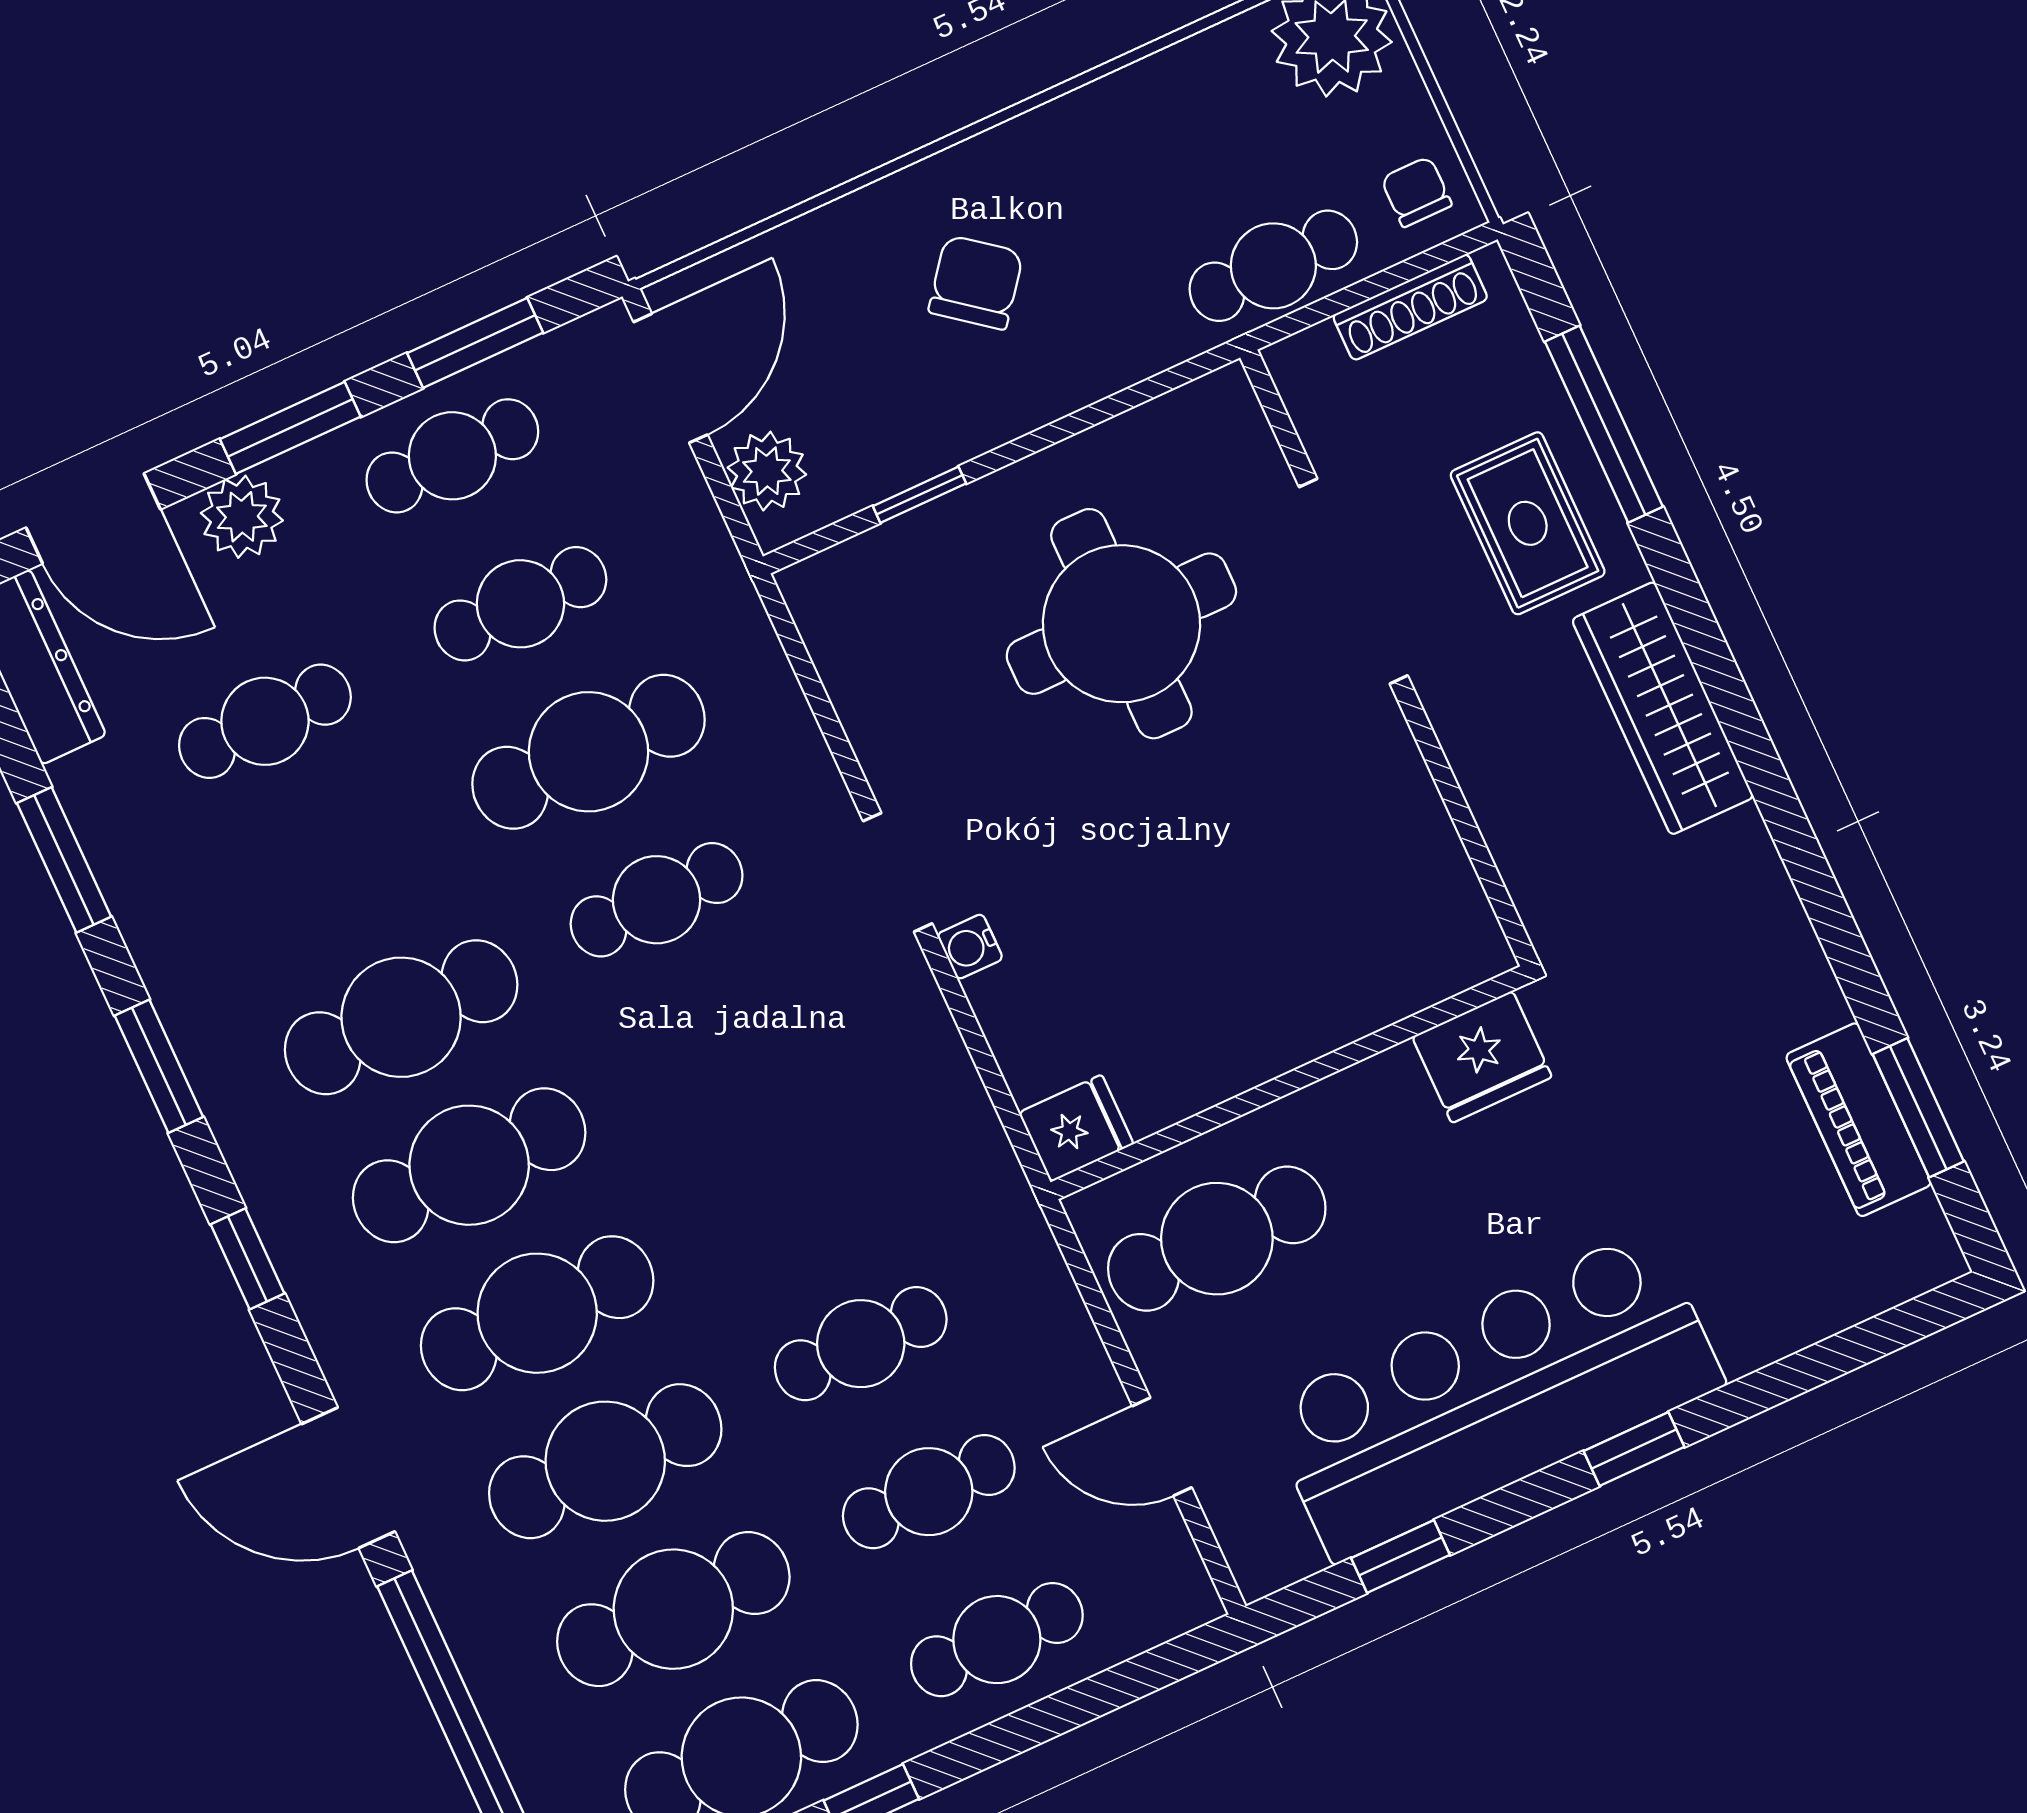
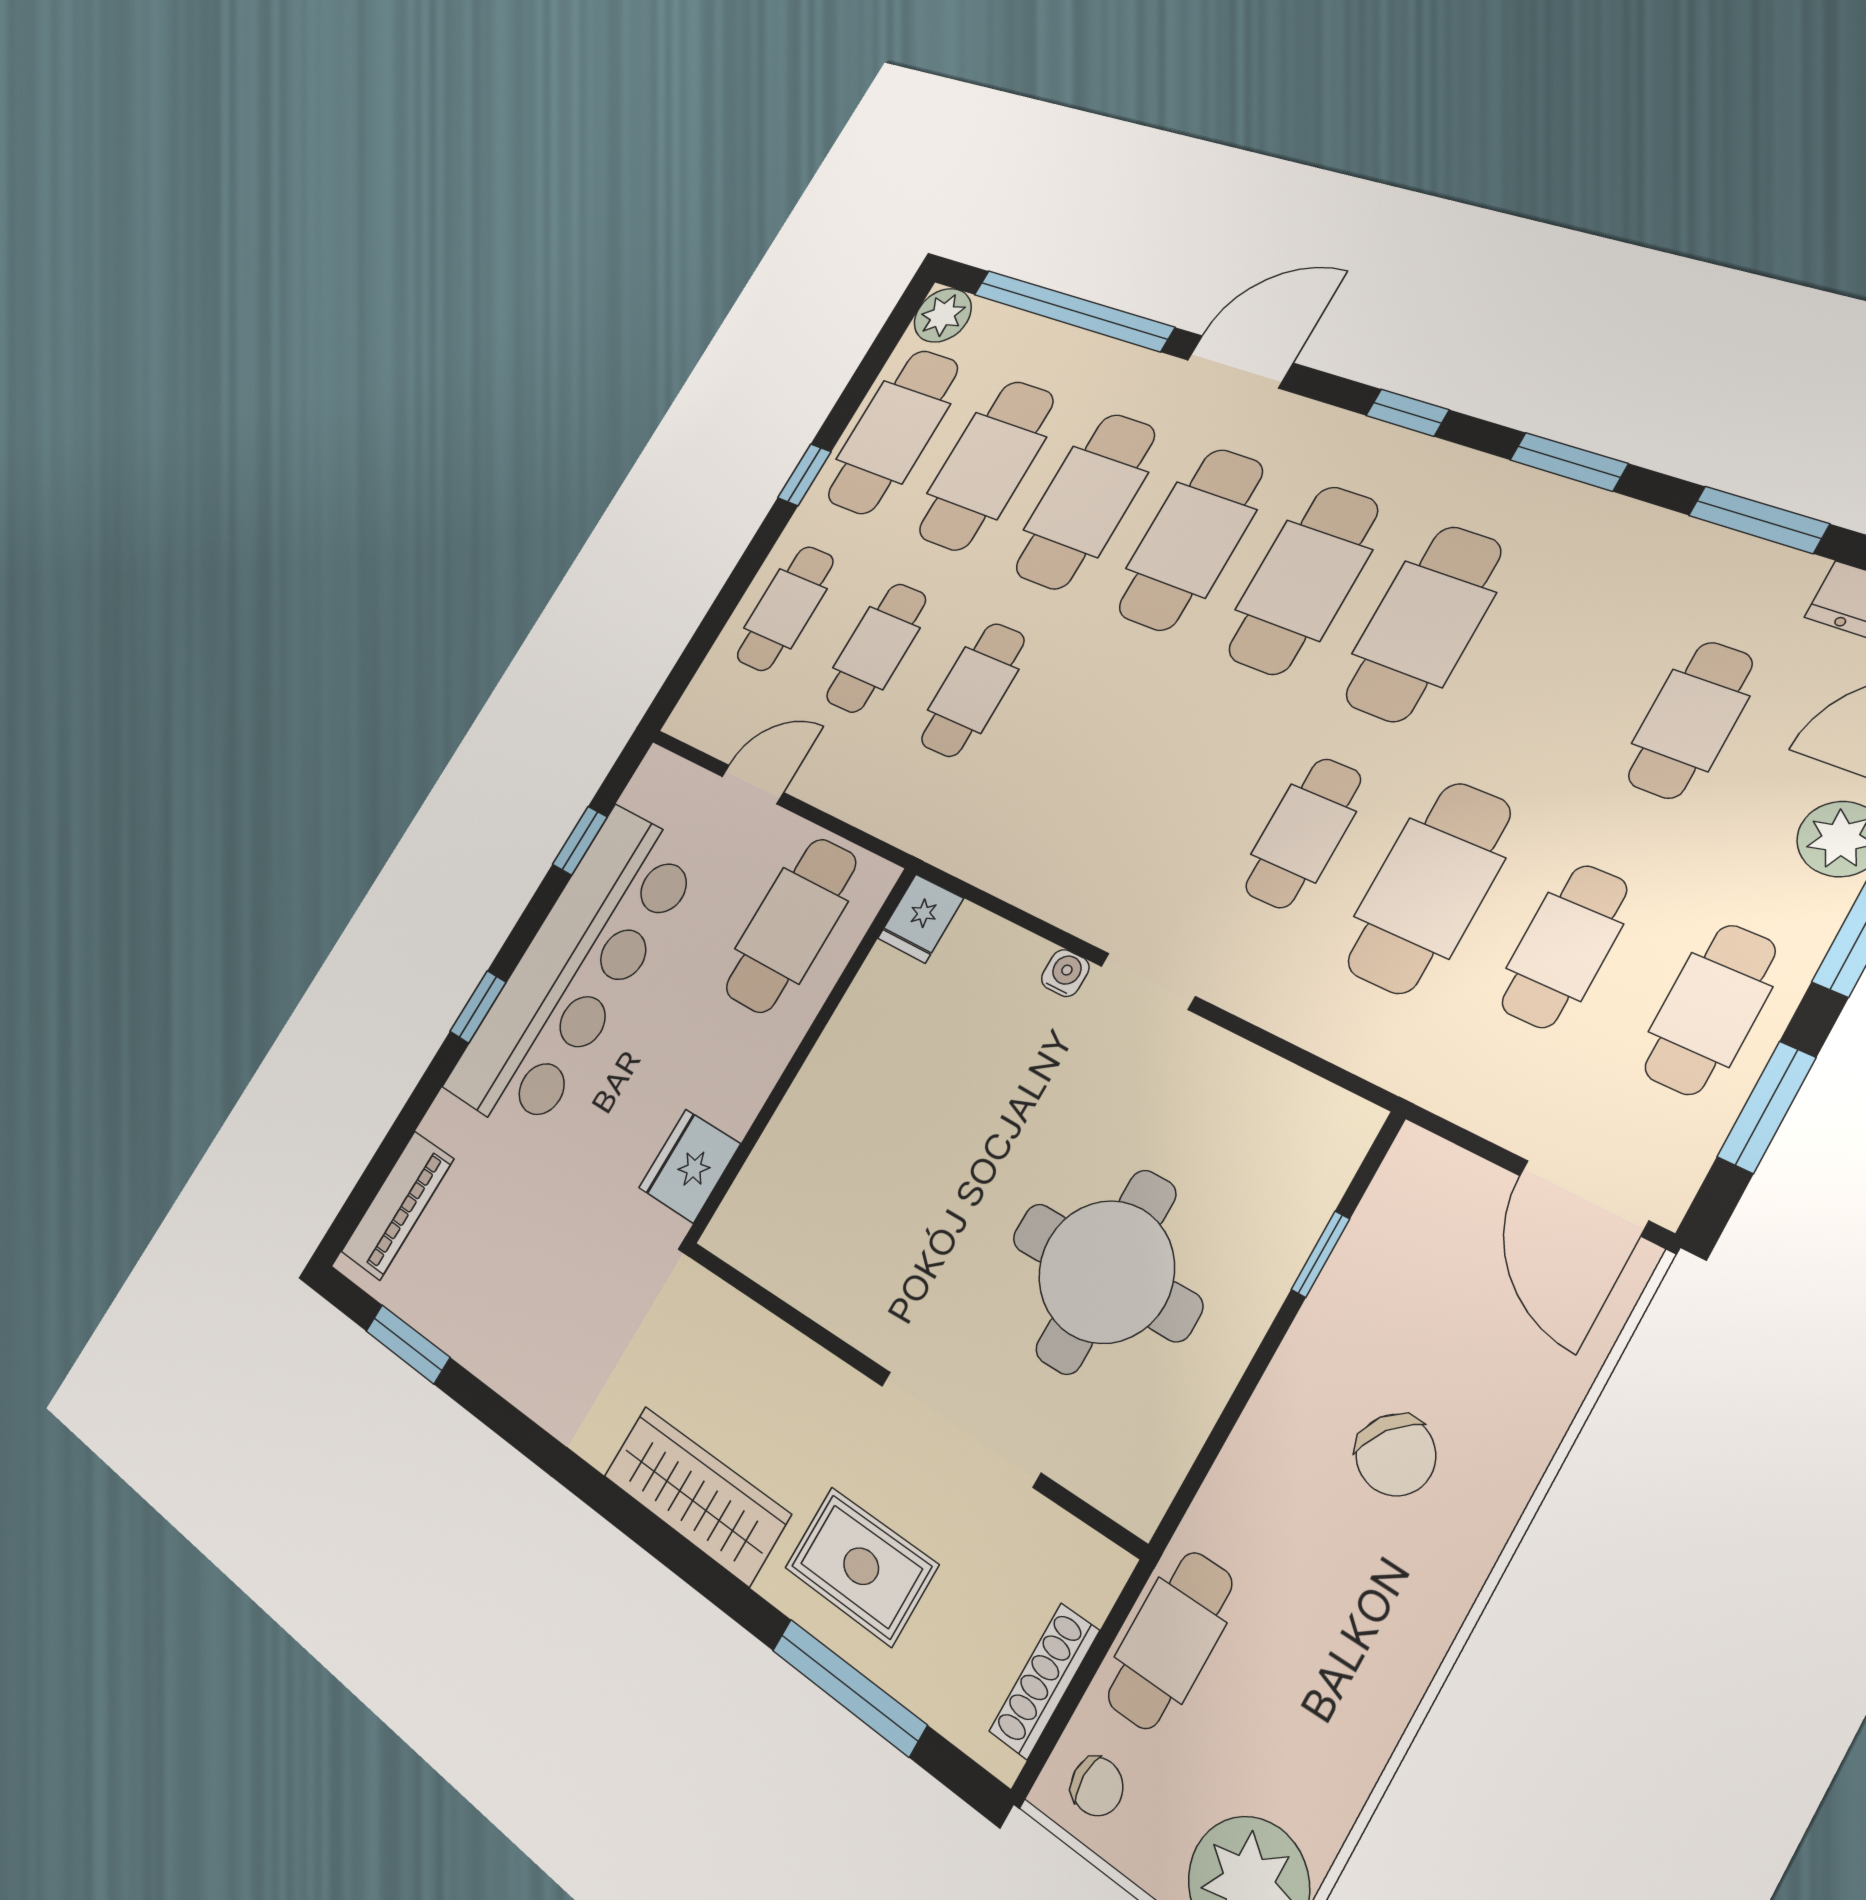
plant: (767, 471) -> (1451, 1184), removed
piano: (1859, 1120) -> (397, 1205), moved, turned 90

